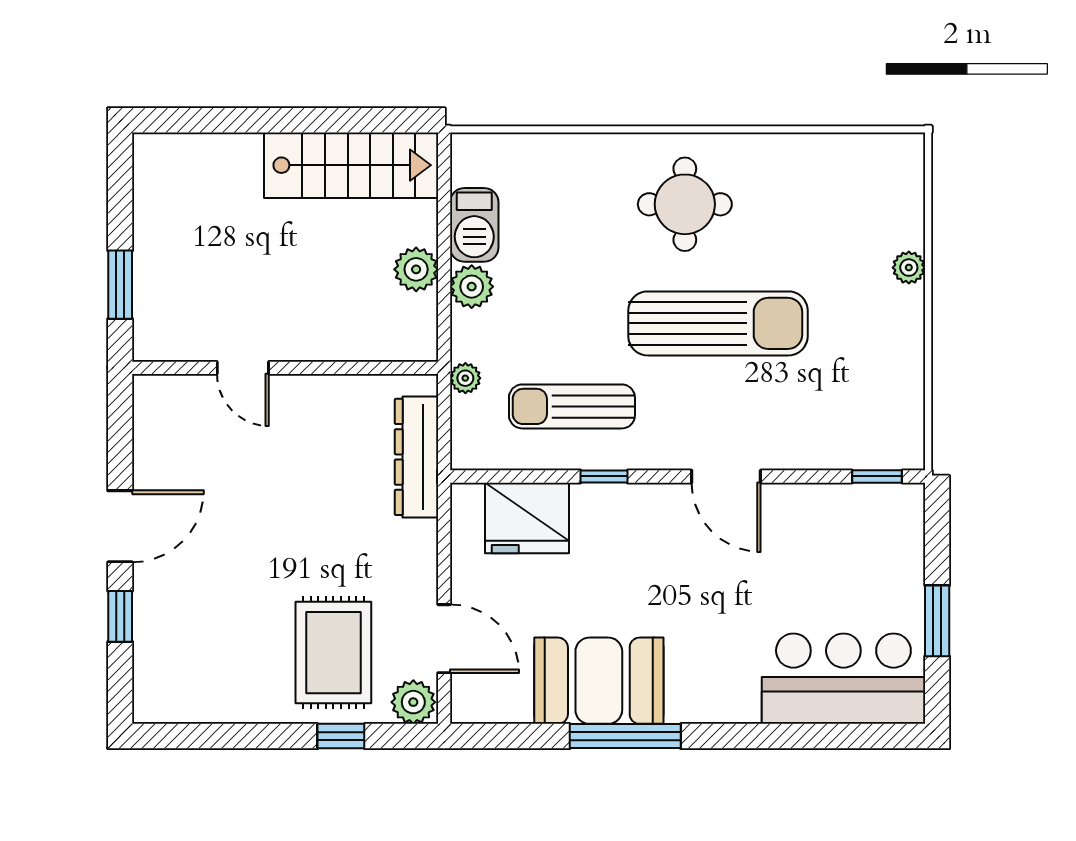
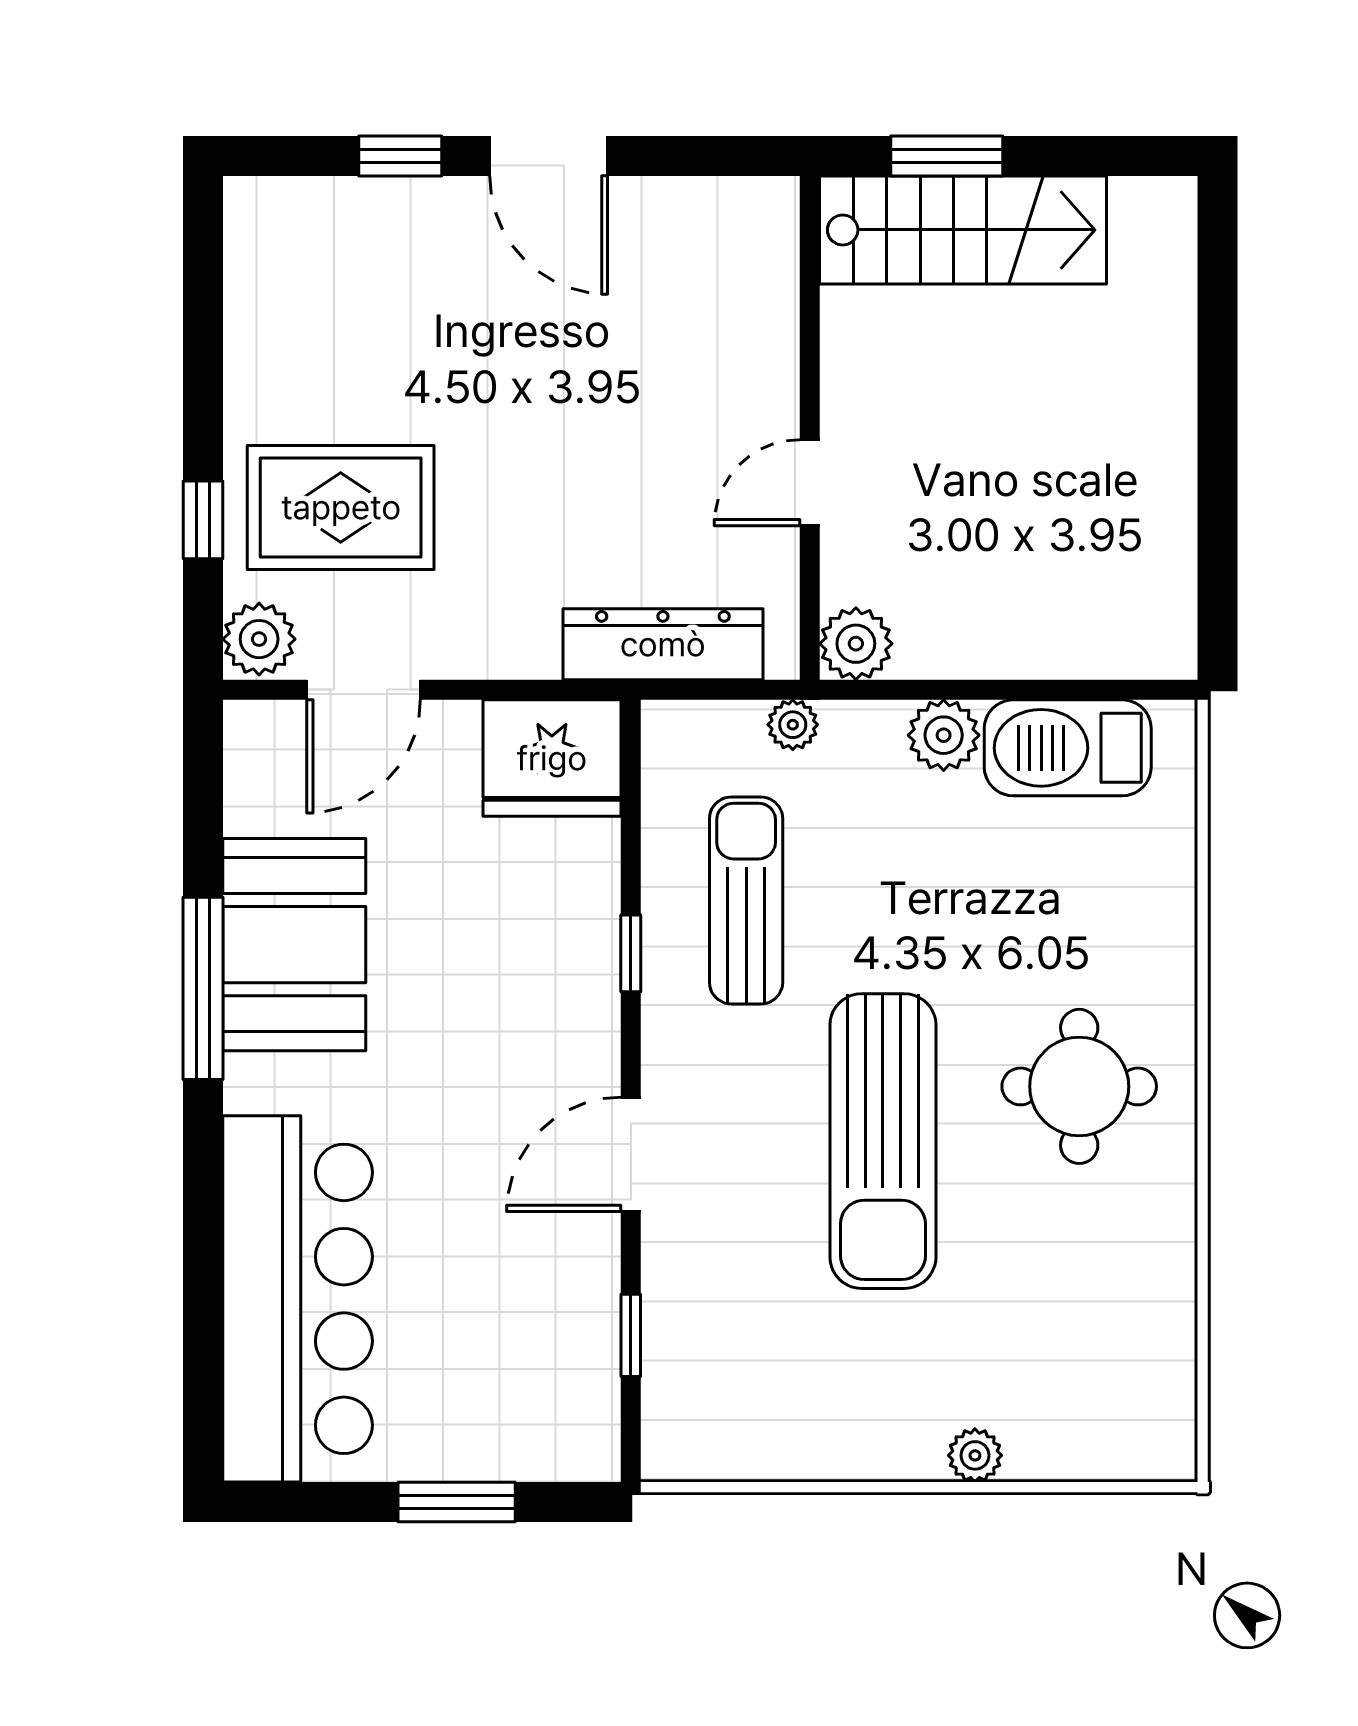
stairs: (351, 165) -> (963, 230), moved, turned -90
barbecue: (474, 225) -> (1068, 748), width x1.37, depth x1.21
plant: (416, 269) -> (856, 644), moved
door: (243, 368) -> (810, 483), moved
window: (877, 476) -> (631, 1335), moved
fridge: (527, 518) -> (552, 758), moved, turned -90
window: (937, 621) -> (457, 1502), moved
bar counter: (843, 679) -> (298, 1299), width x1.36

